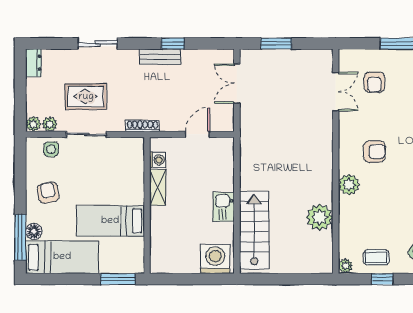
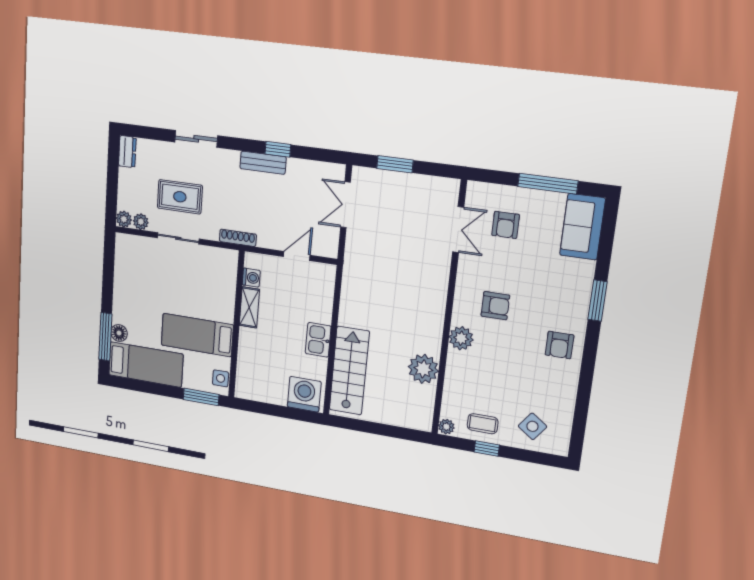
side table: (51, 149) -> (221, 378), moved
armchair: (48, 193) -> (135, 295), removed

